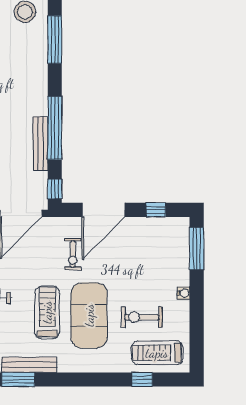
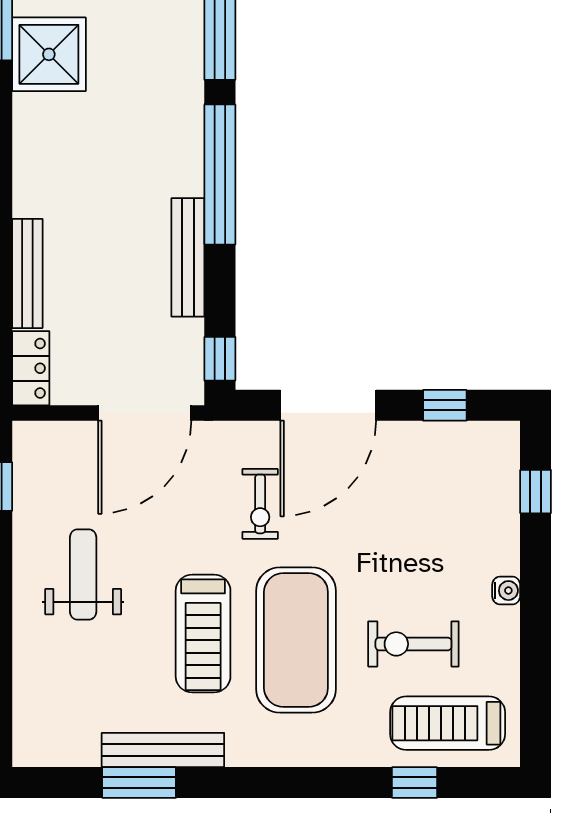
window: (55, 128) -> (220, 174), moved
window: (197, 249) -> (536, 492), width x0.46
treadmill: (47, 312) -> (203, 633), turned 180

